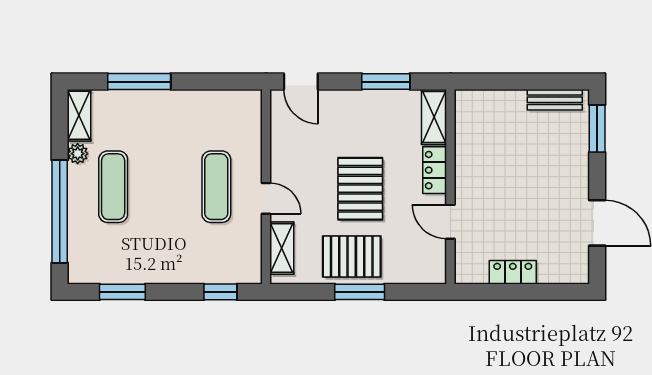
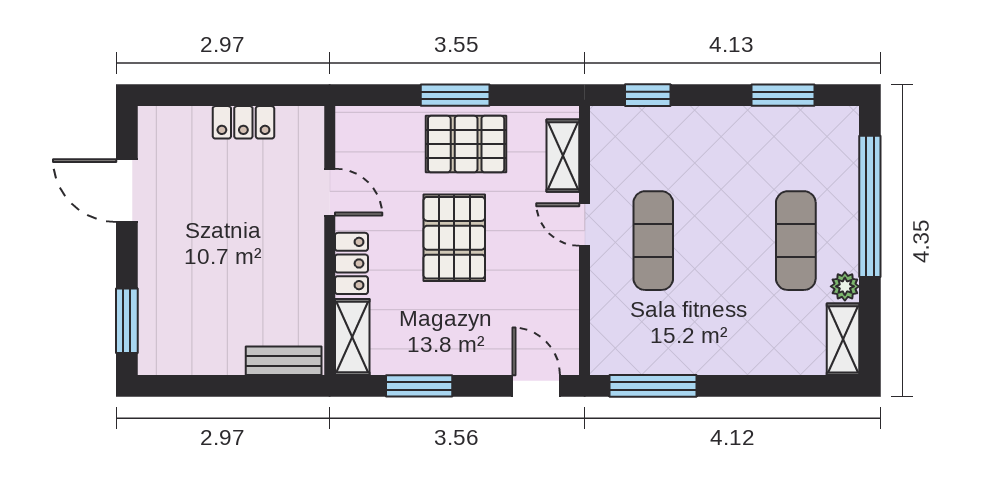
window: (139, 82) -> (653, 386), moved
bench: (555, 100) -> (284, 361), moved

